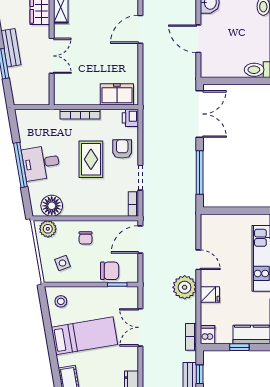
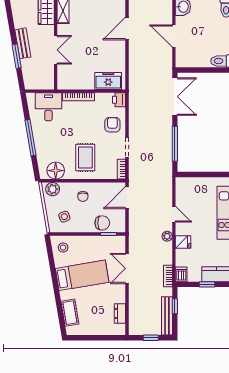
rug: (91, 159) -> (85, 157), moved
desk: (41, 163) -> (48, 107), moved, turned 100
plant: (185, 287) -> (167, 236), width x0.53, depth x0.53

